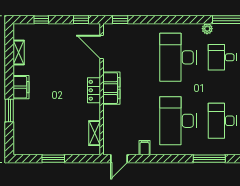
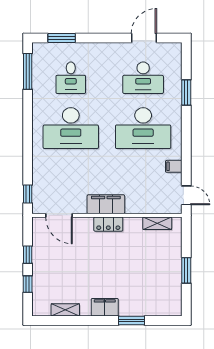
window: (81, 20) -> (28, 255), moved
plant: (207, 29) -> (38, 95), removed
door: (102, 47) -> (59, 215), hinge flipped
window: (209, 159) -> (186, 92), width x0.69

